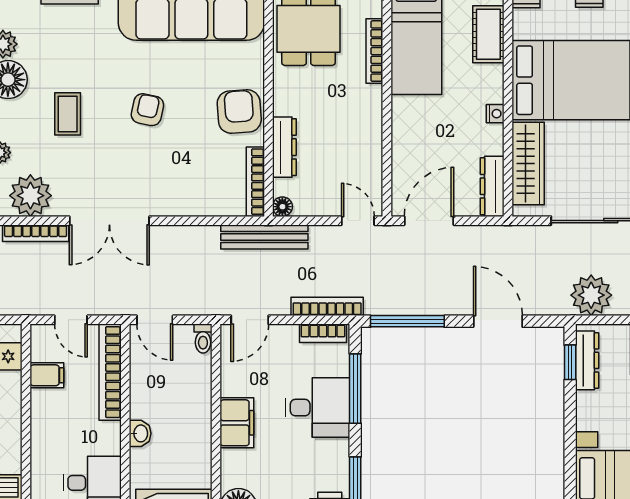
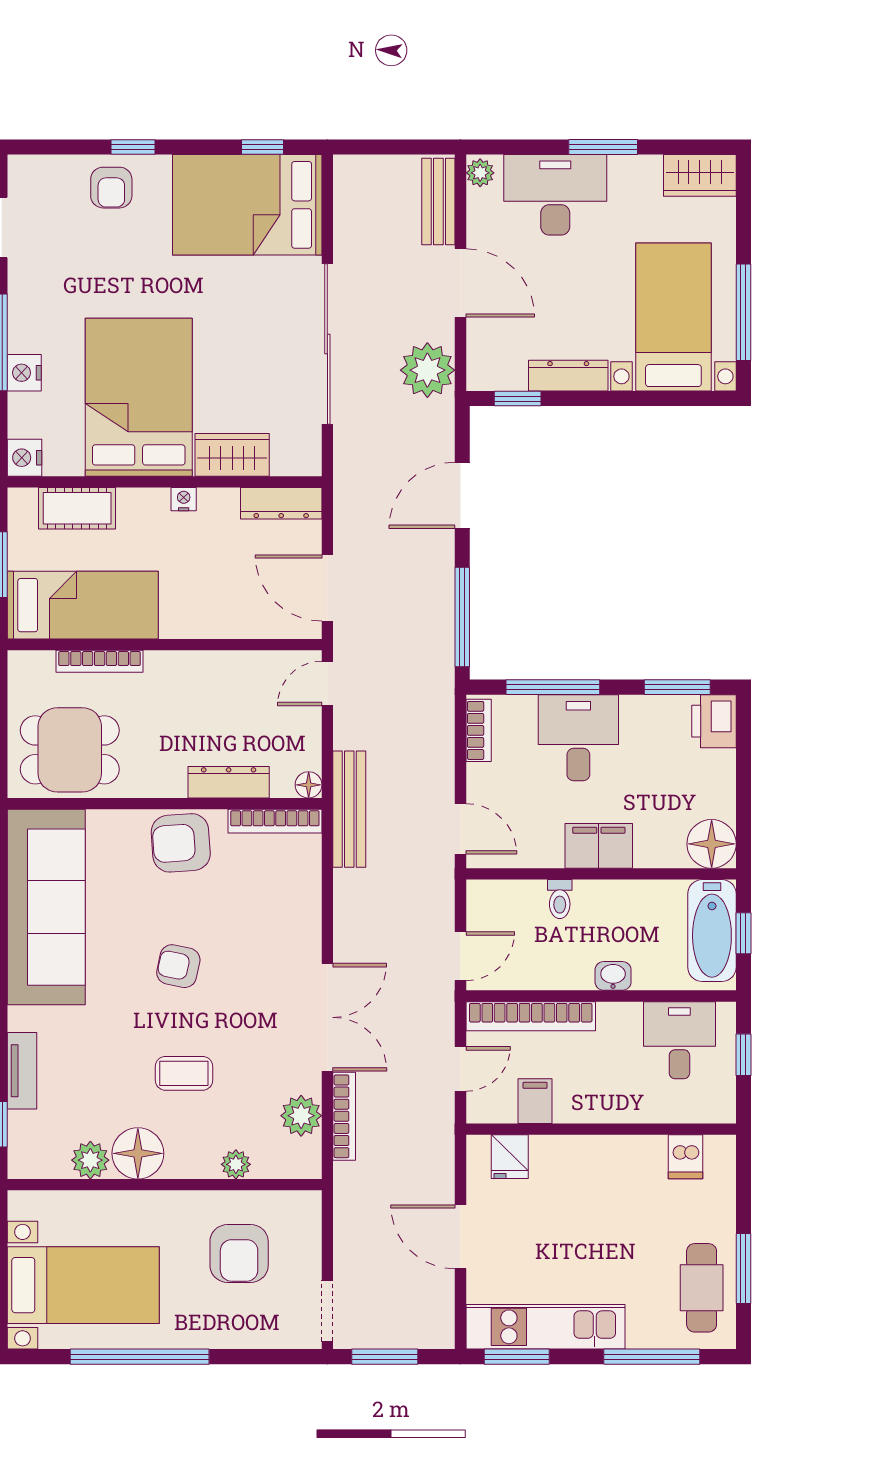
wardrobe: (528, 163) -> (232, 455), width x0.67
plant: (30, 196) -> (301, 1116), width x0.73, depth x0.73
bookcase: (327, 306) -> (443, 725), removed
toilet: (203, 339) -> (560, 899), moved, turned 90
dresser: (587, 360) -> (568, 376), moved

